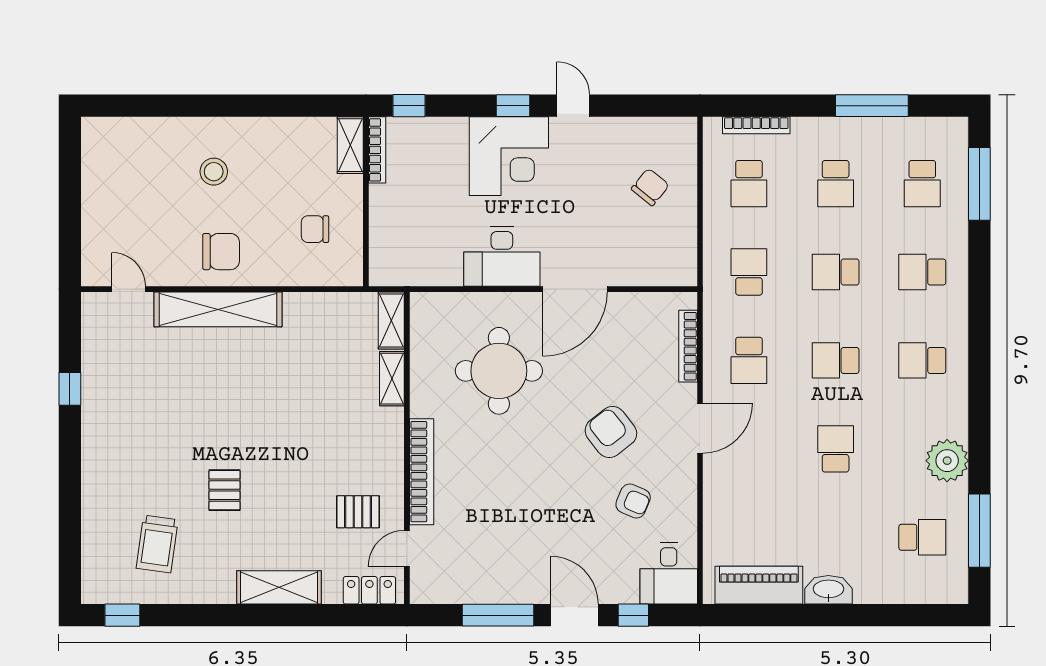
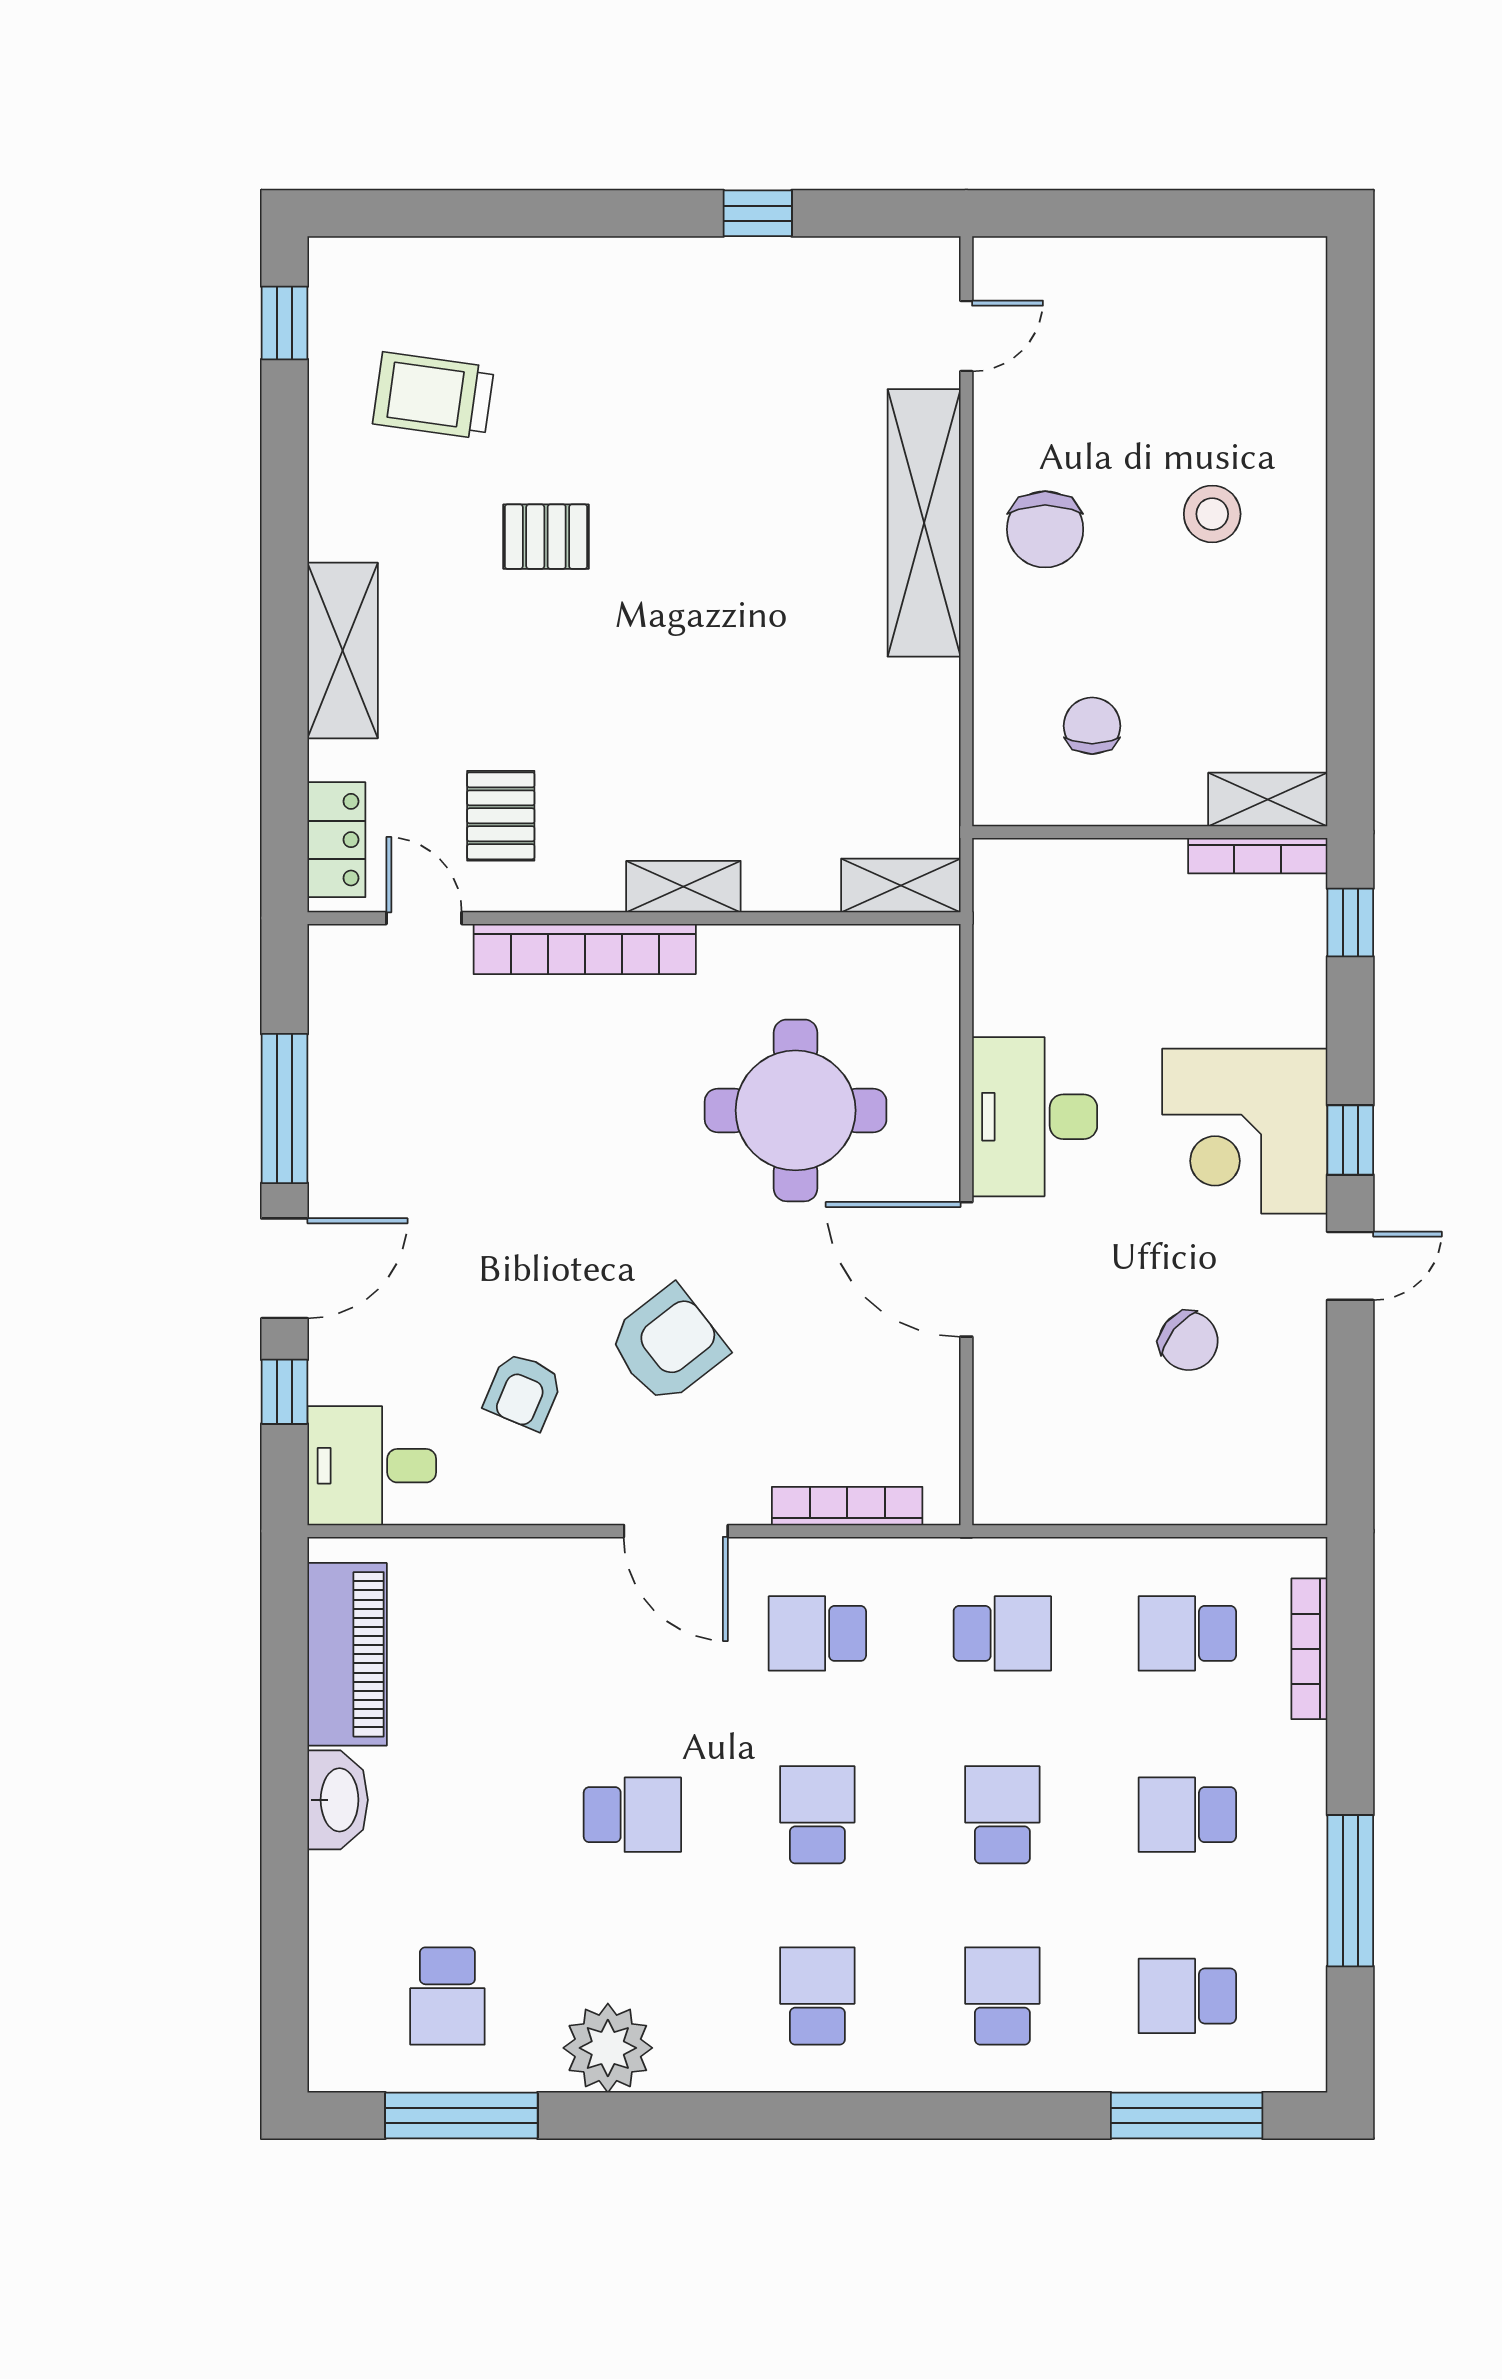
chair: (650, 187) -> (1188, 1341), moved
shelving: (392, 379) -> (683, 887), moved

